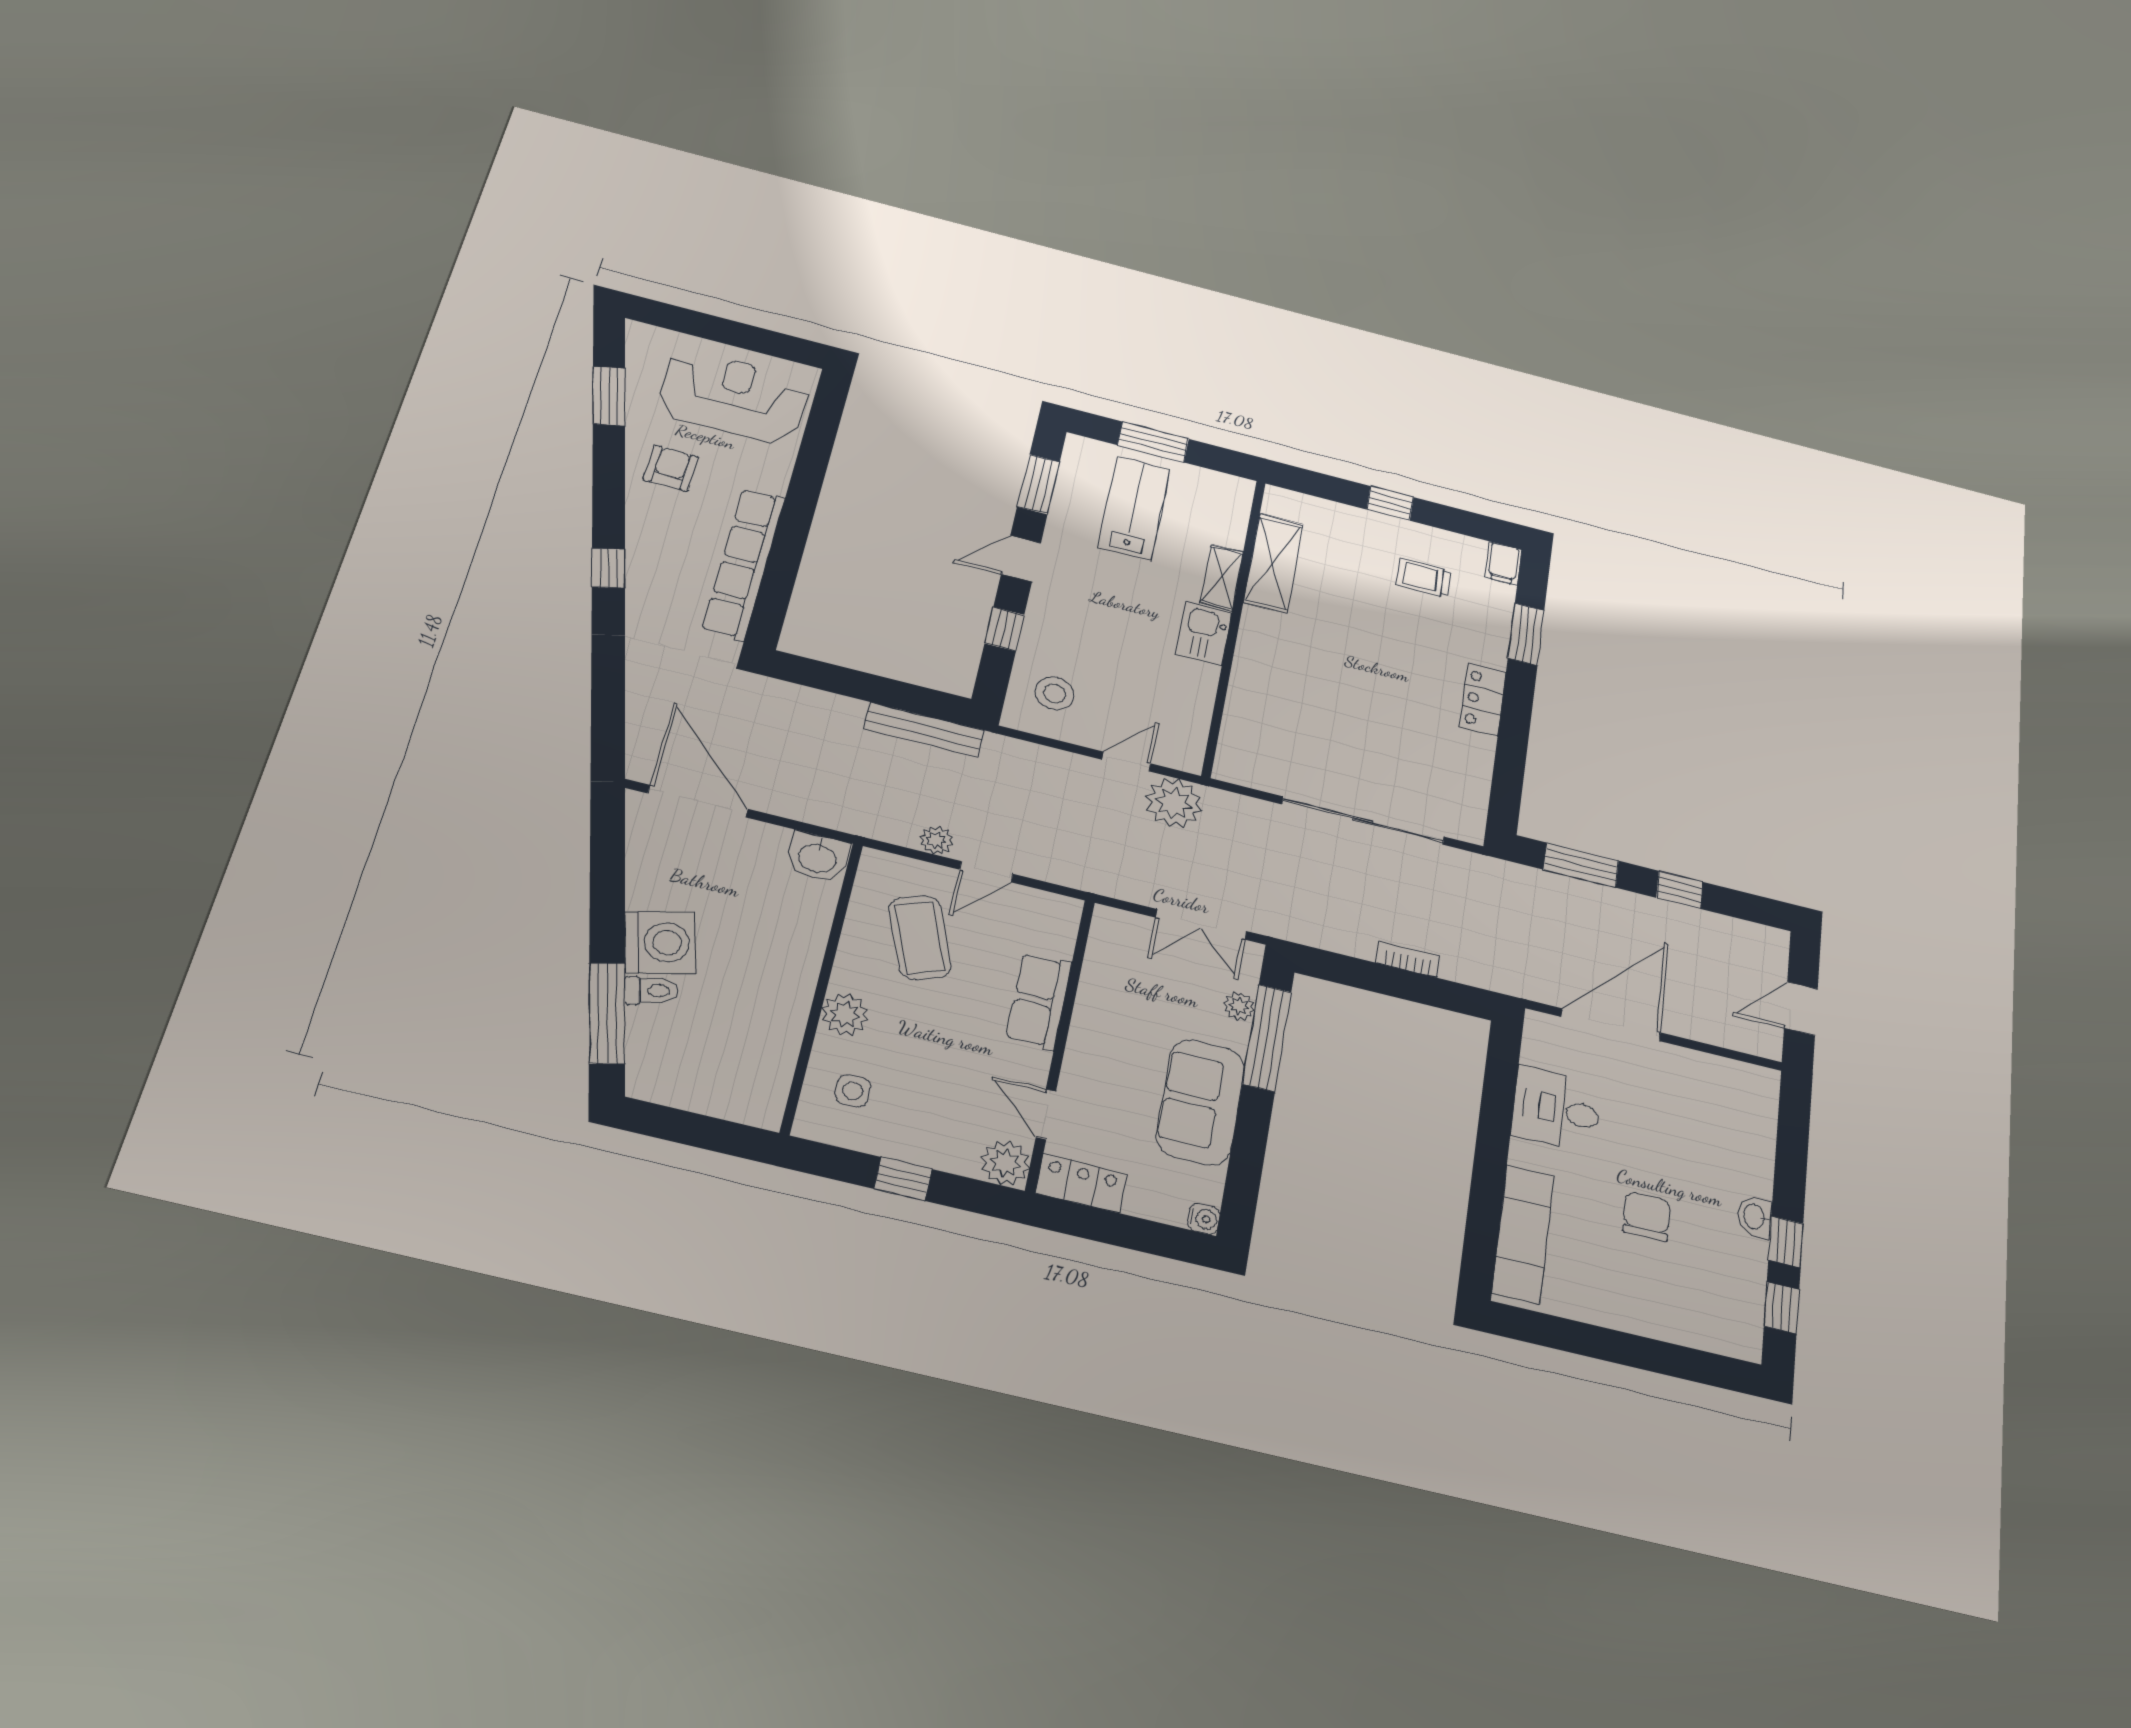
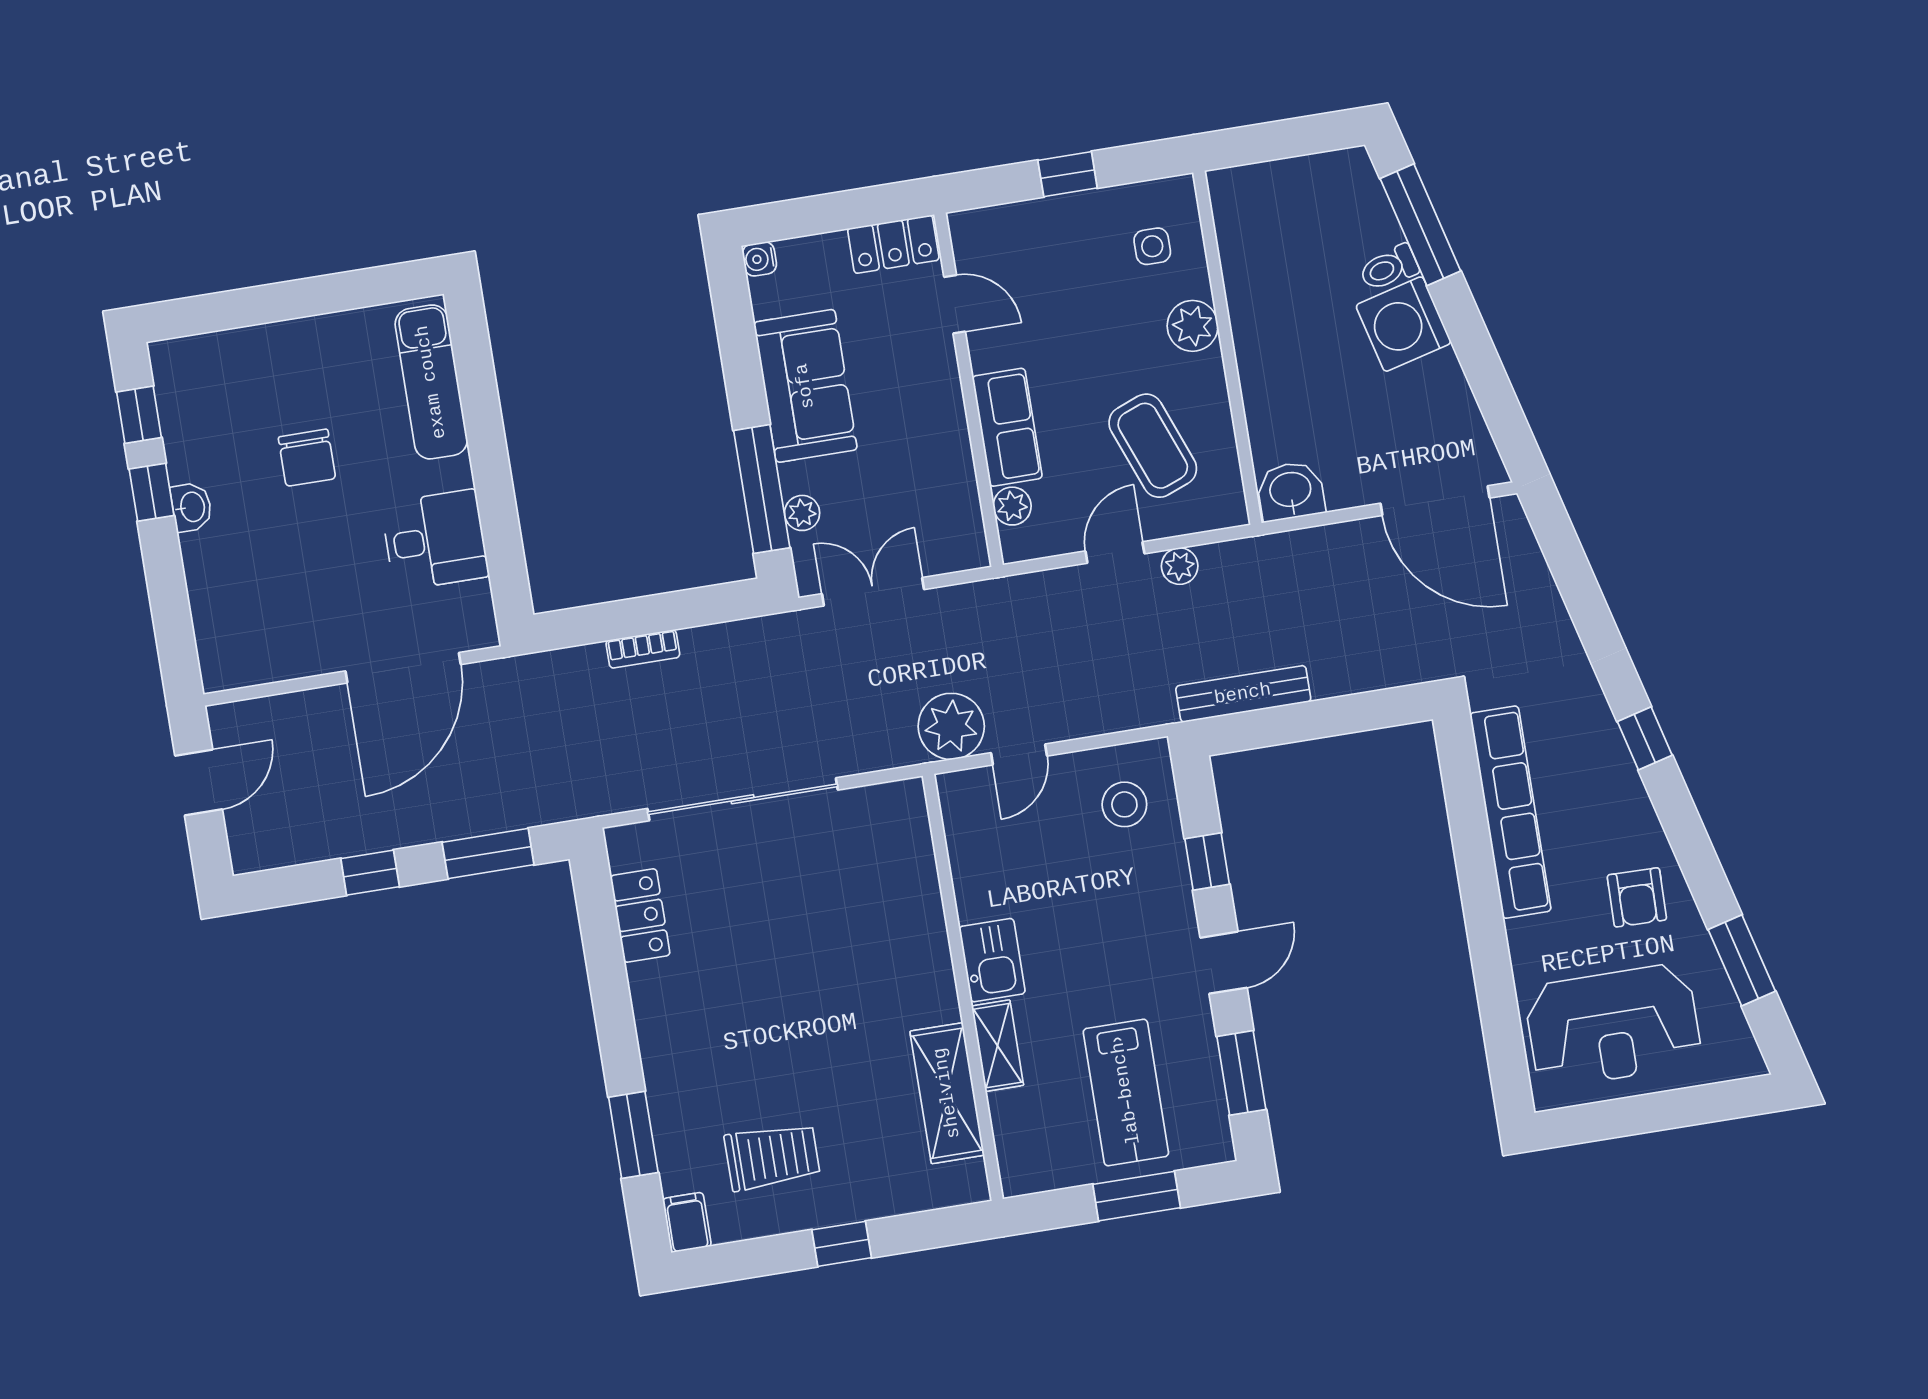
trolley: (1424, 578) -> (772, 1157), width x1.36, depth x1.39
locker: (1483, 700) -> (640, 915), moved
plant: (1005, 1163) -> (1012, 506), moved, width x0.73, depth x0.73

